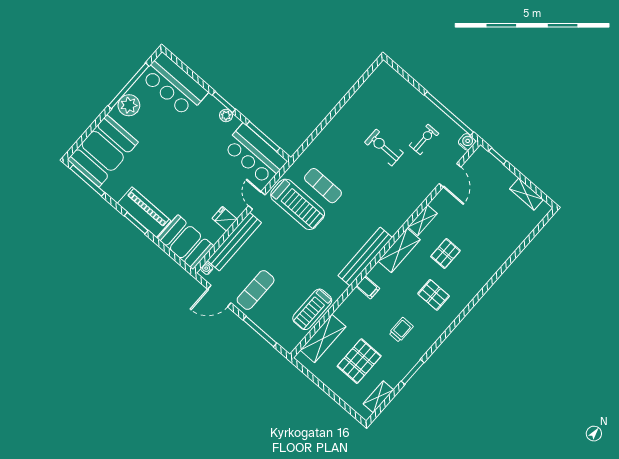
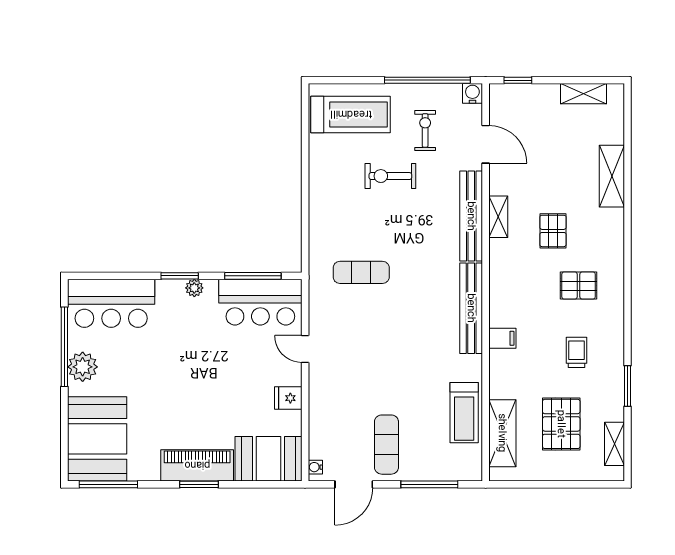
treadmill: (298, 204) -> (351, 114), moved
bench: (234, 242) -> (471, 216), moved
shelving: (399, 250) -> (612, 176), moved

